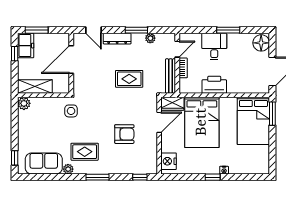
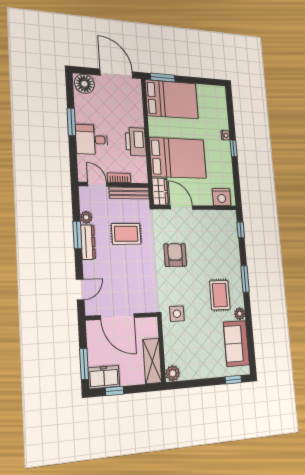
dresser: (117, 39) -> (88, 242), moved
rug: (129, 79) -> (126, 234), moved, turned 90
armchair: (124, 134) -> (175, 255), moved

